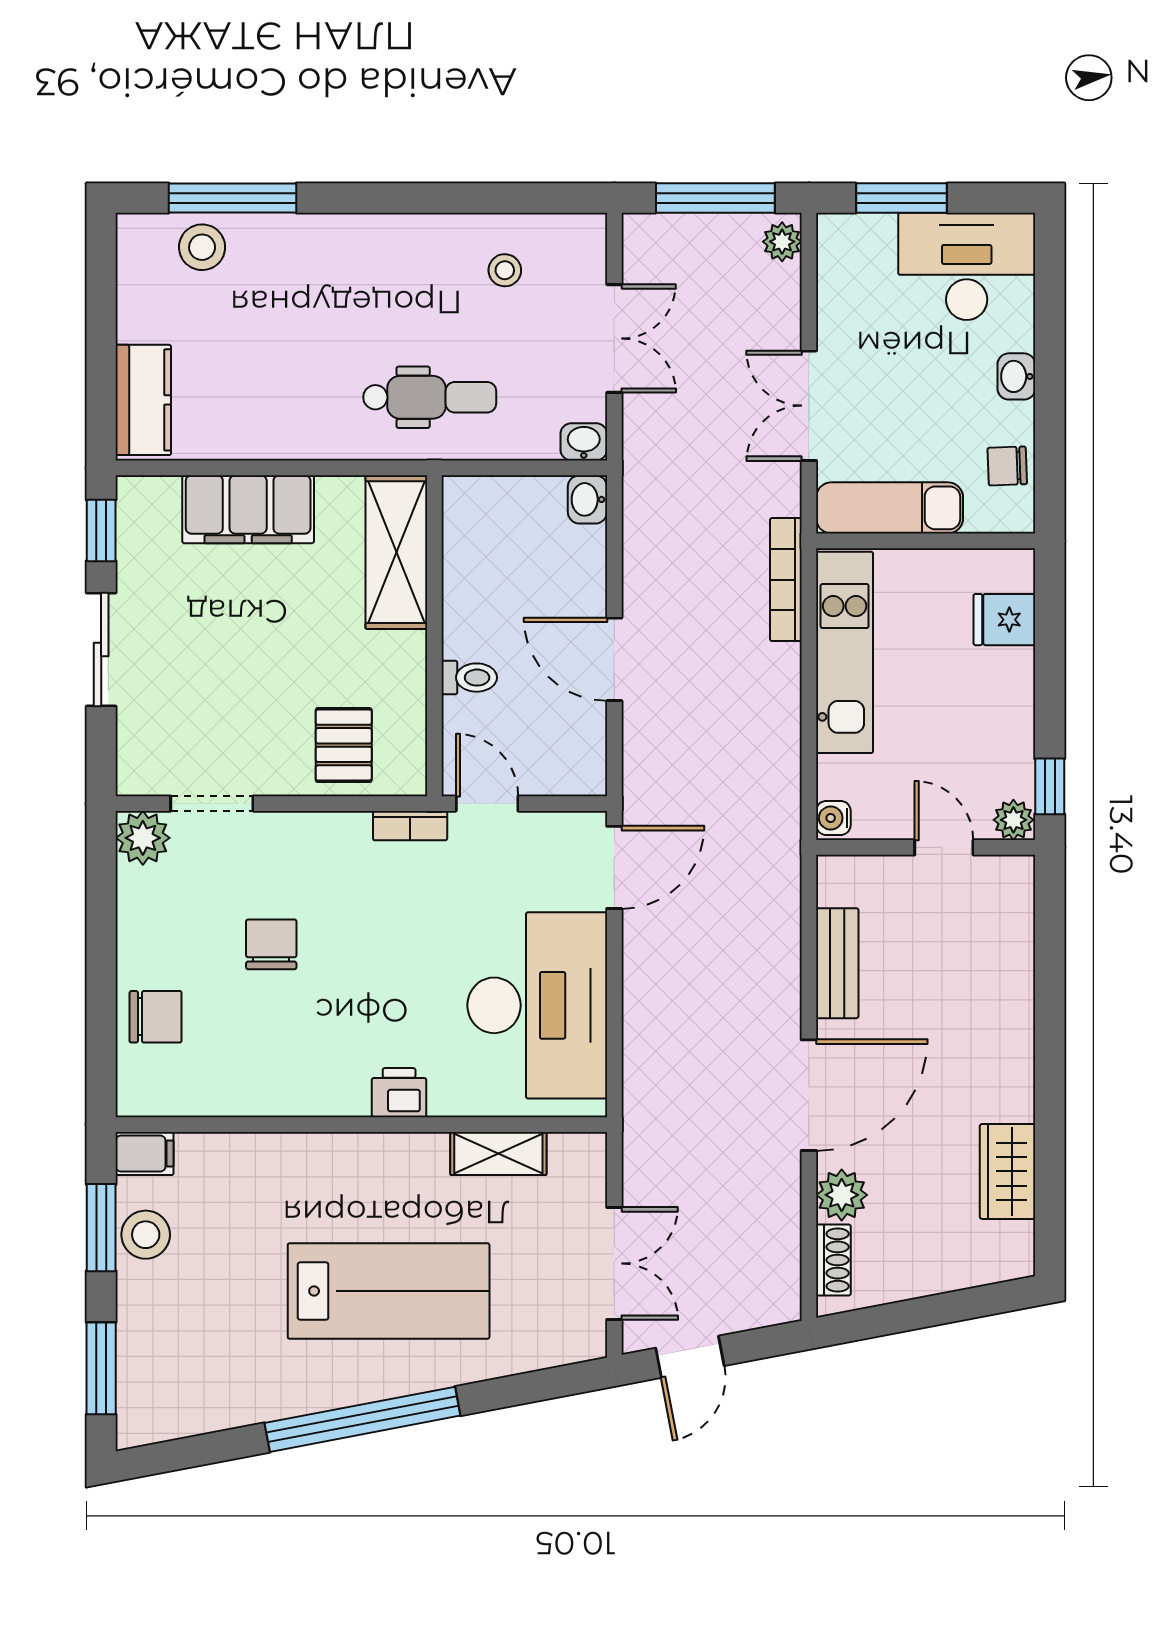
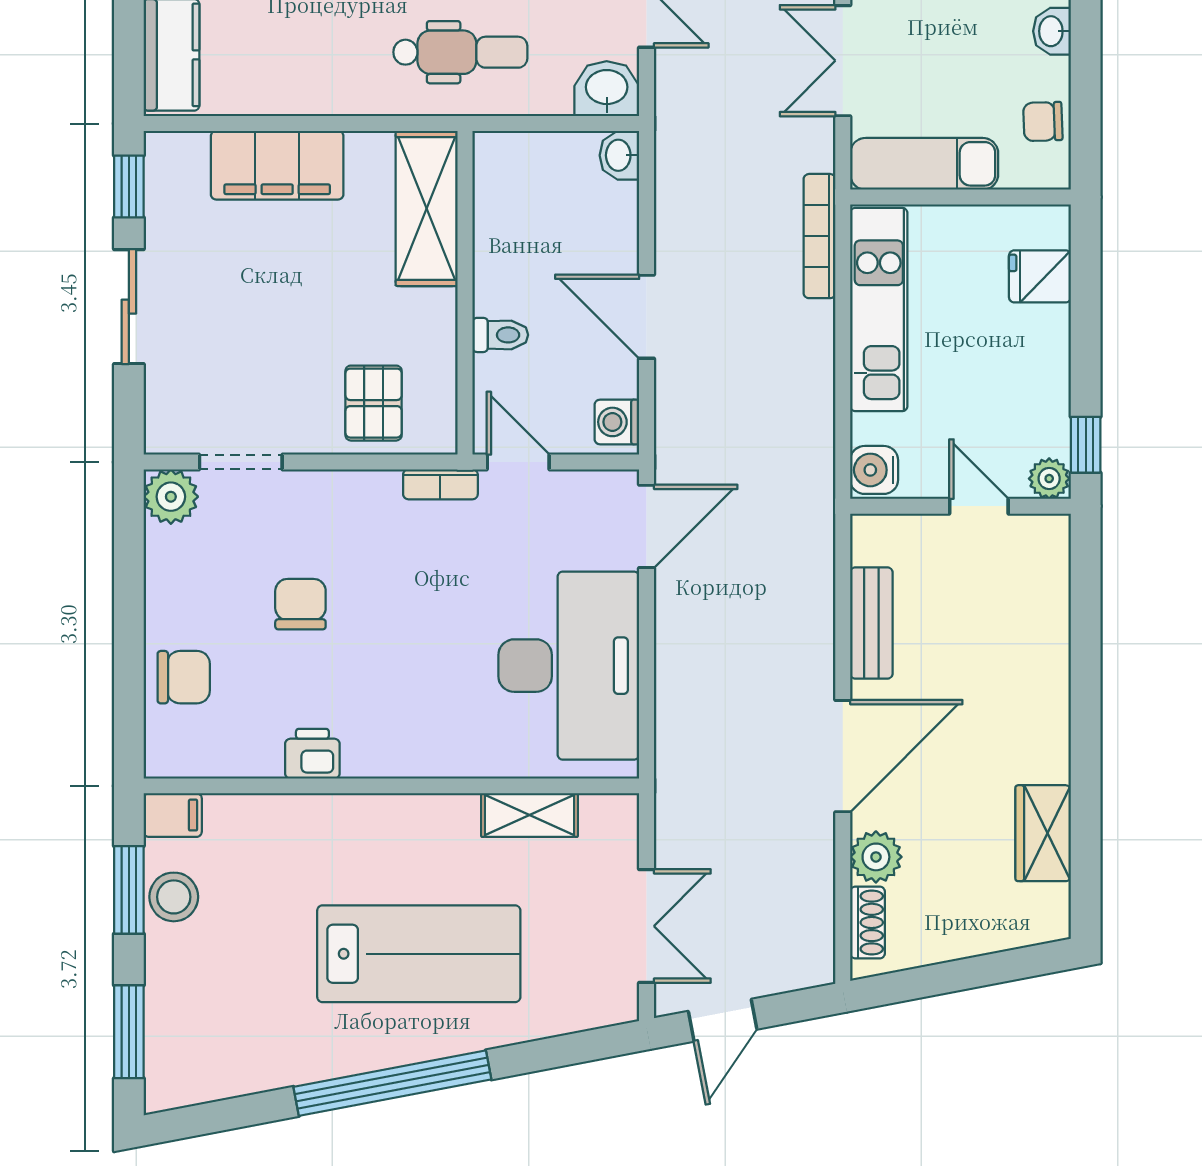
washbasin: (584, 442) -> (607, 89), width x1.38, depth x1.45
washing machine: (585, 764) -> (617, 422), added
water cooler: (833, 818) -> (874, 470), width x1.38, depth x1.38
printer: (399, 1093) -> (312, 754), moved

